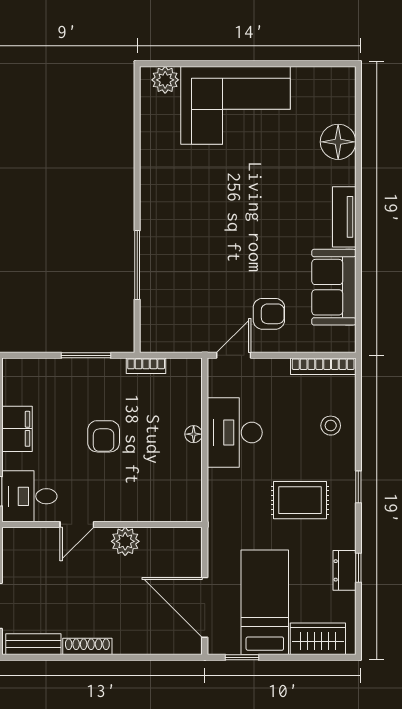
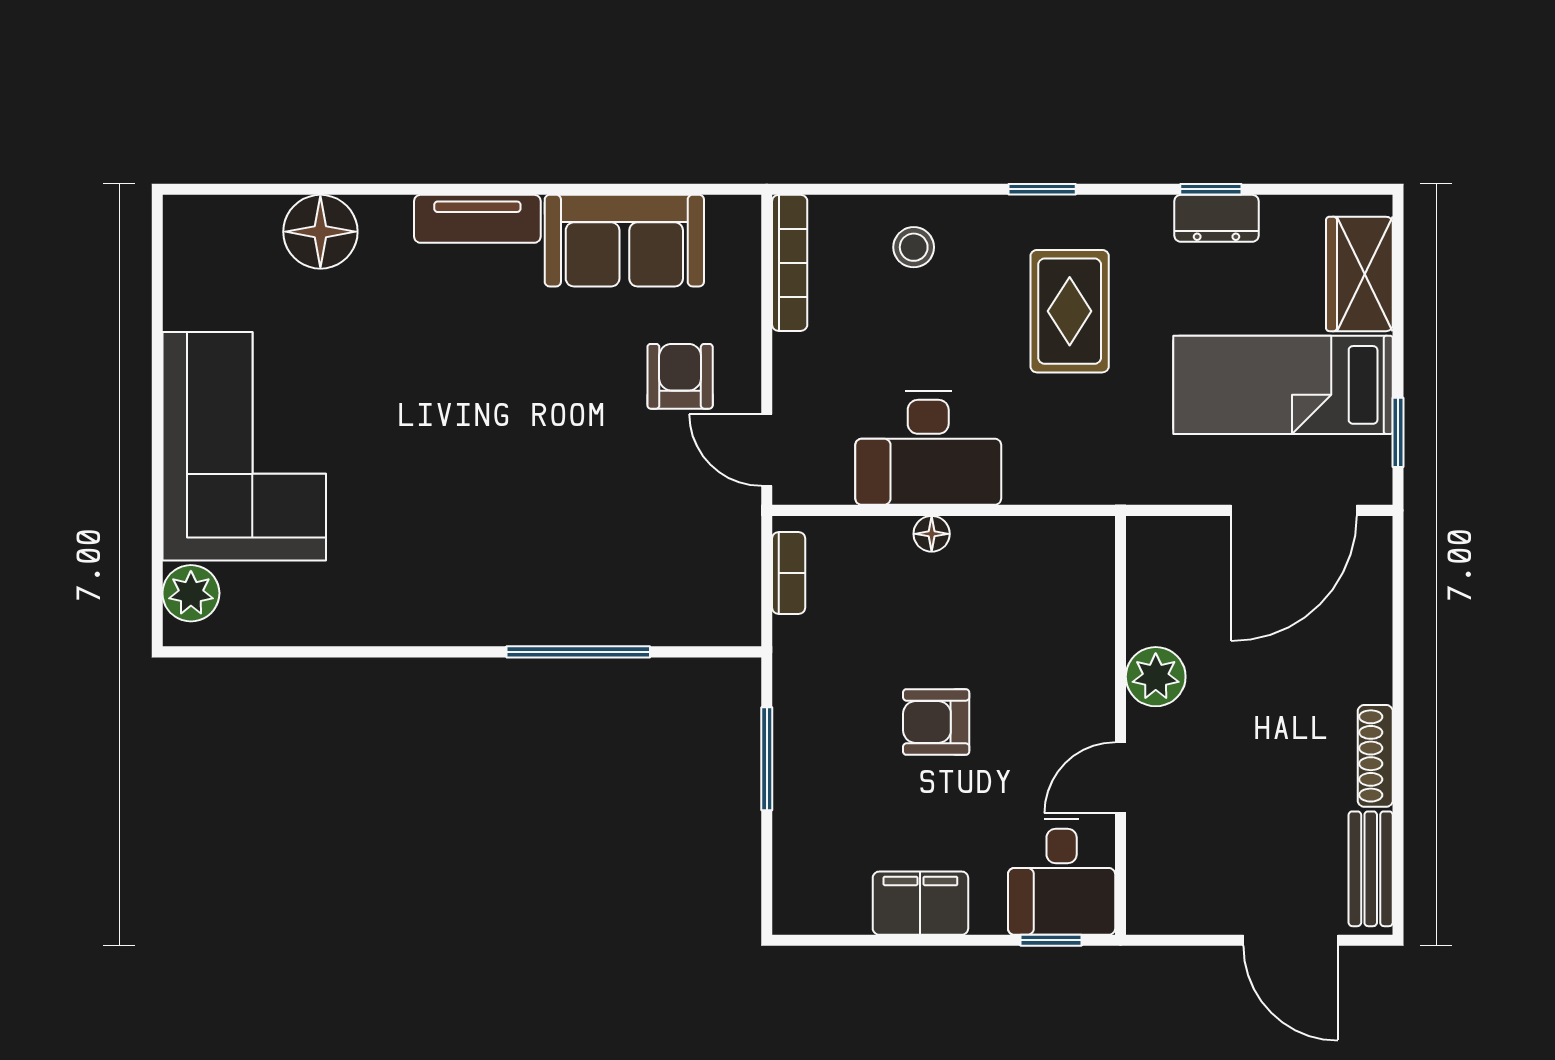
bookcase: (146, 366) -> (789, 573), moved
armchair: (104, 436) -> (936, 722), turned 180
door: (77, 524) -> (1120, 778), swing flipped

